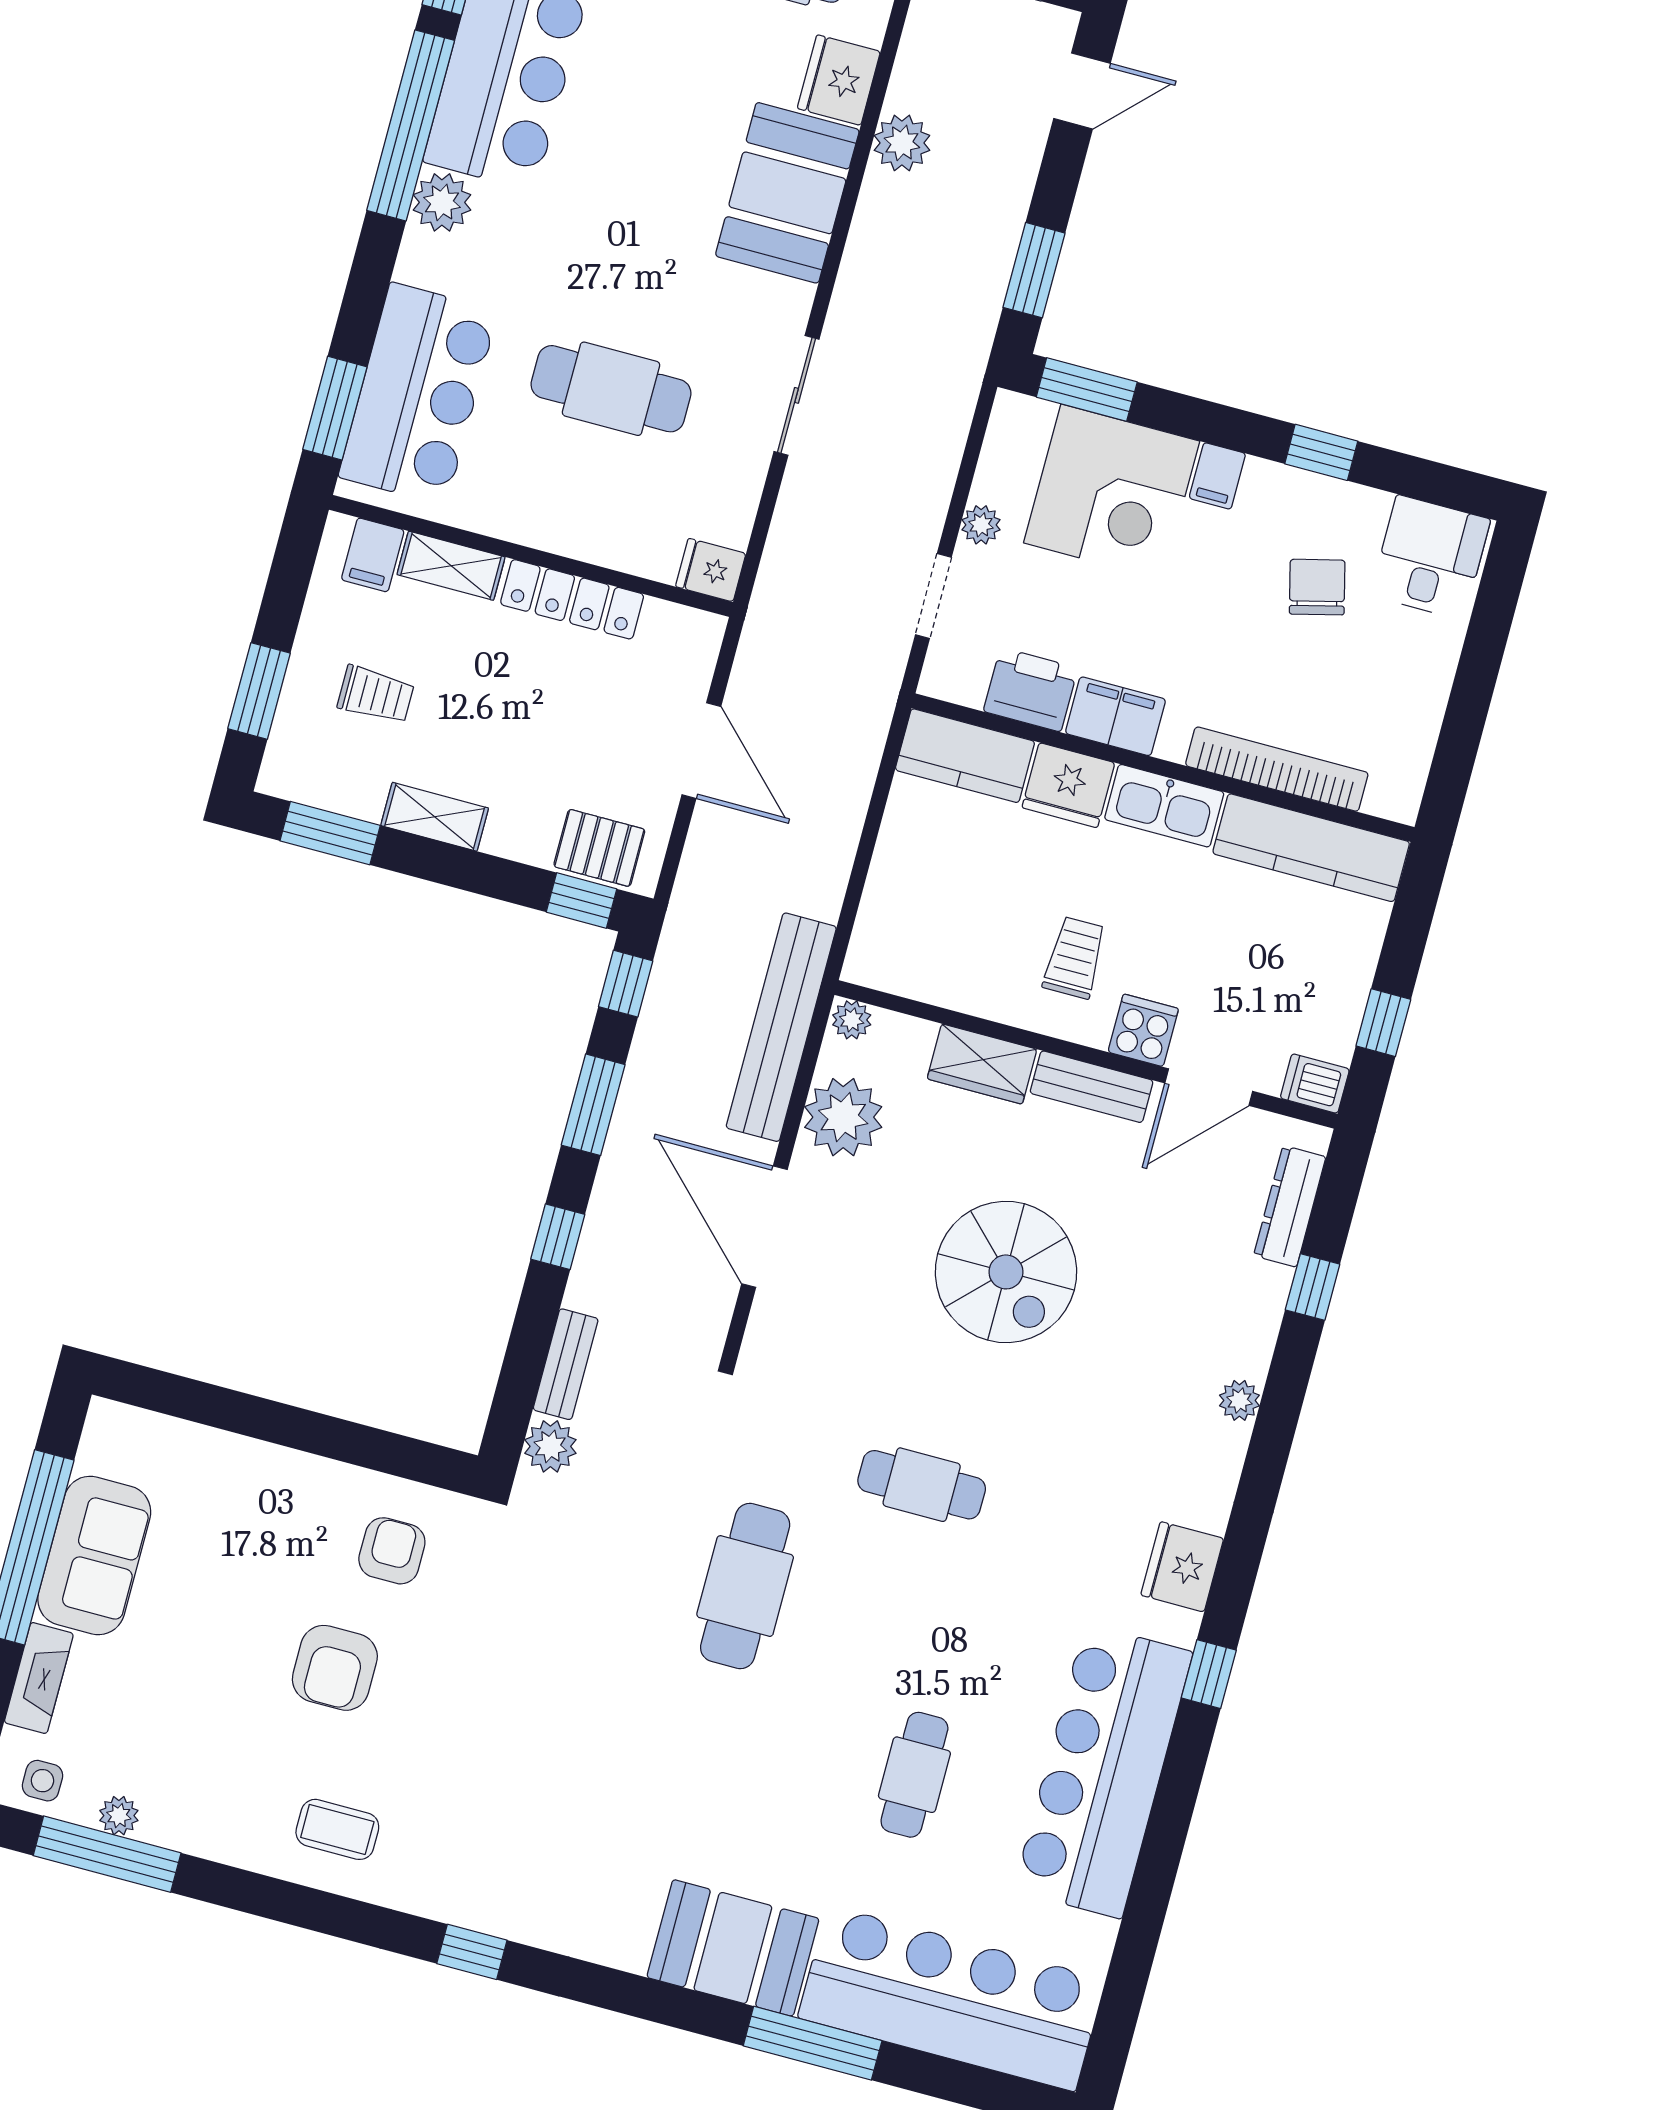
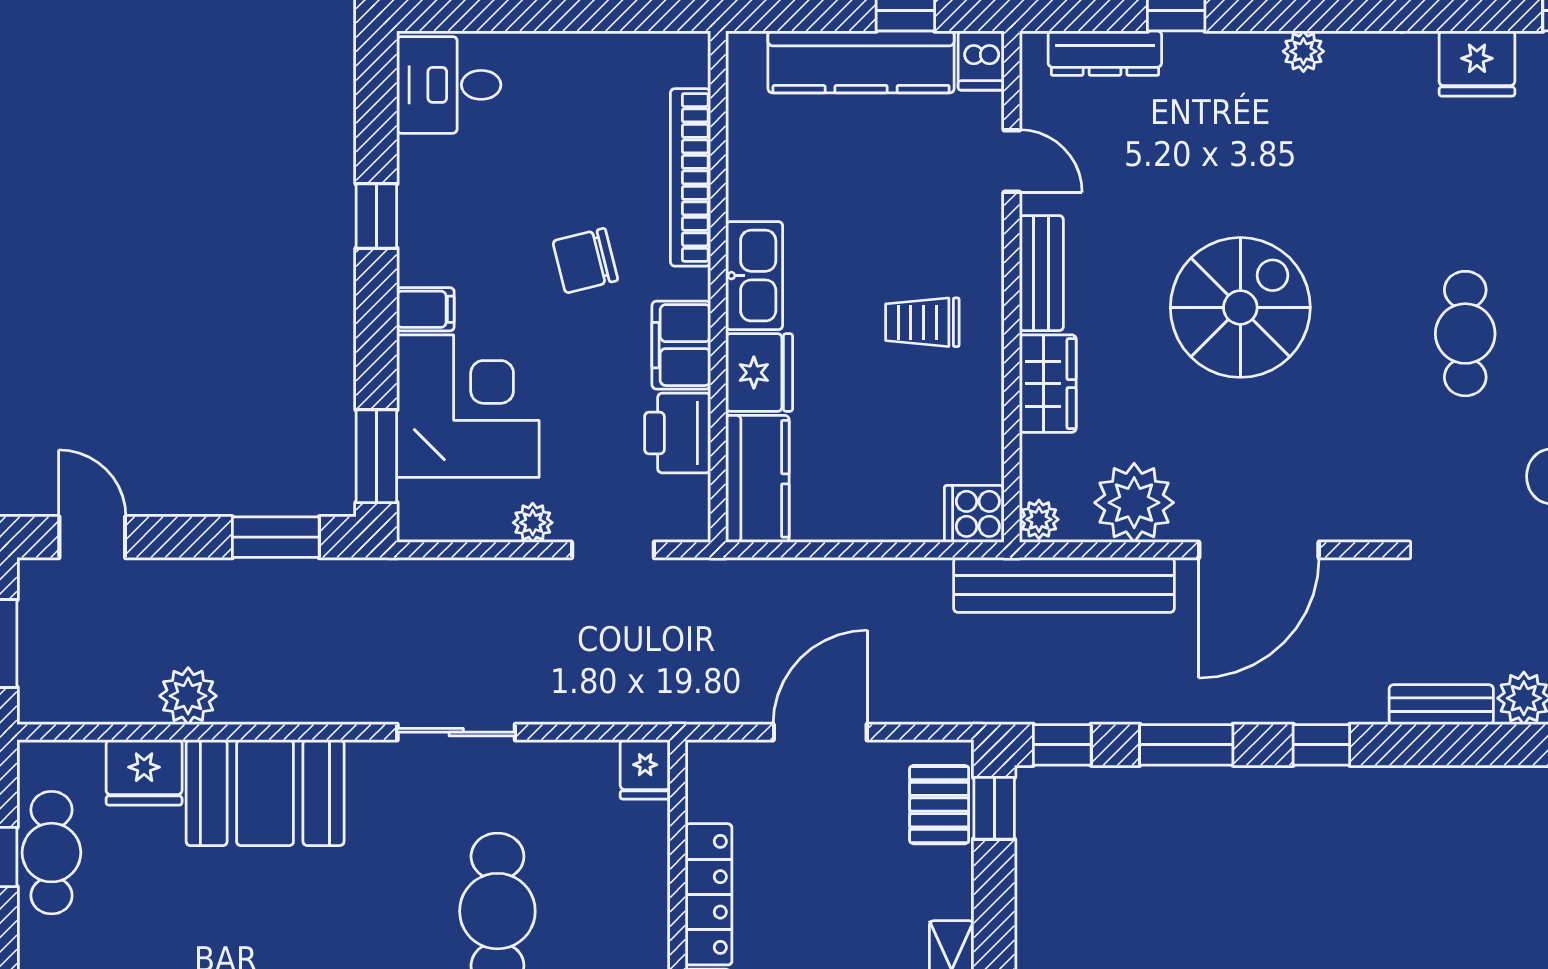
chair: (1317, 587) -> (585, 261), moved
kitchen counter: (1311, 848) -> (861, 62), moved, turned 90
cooker: (1143, 1030) -> (974, 514), moved
door: (1209, 1087) -> (1012, 161), width x0.73

